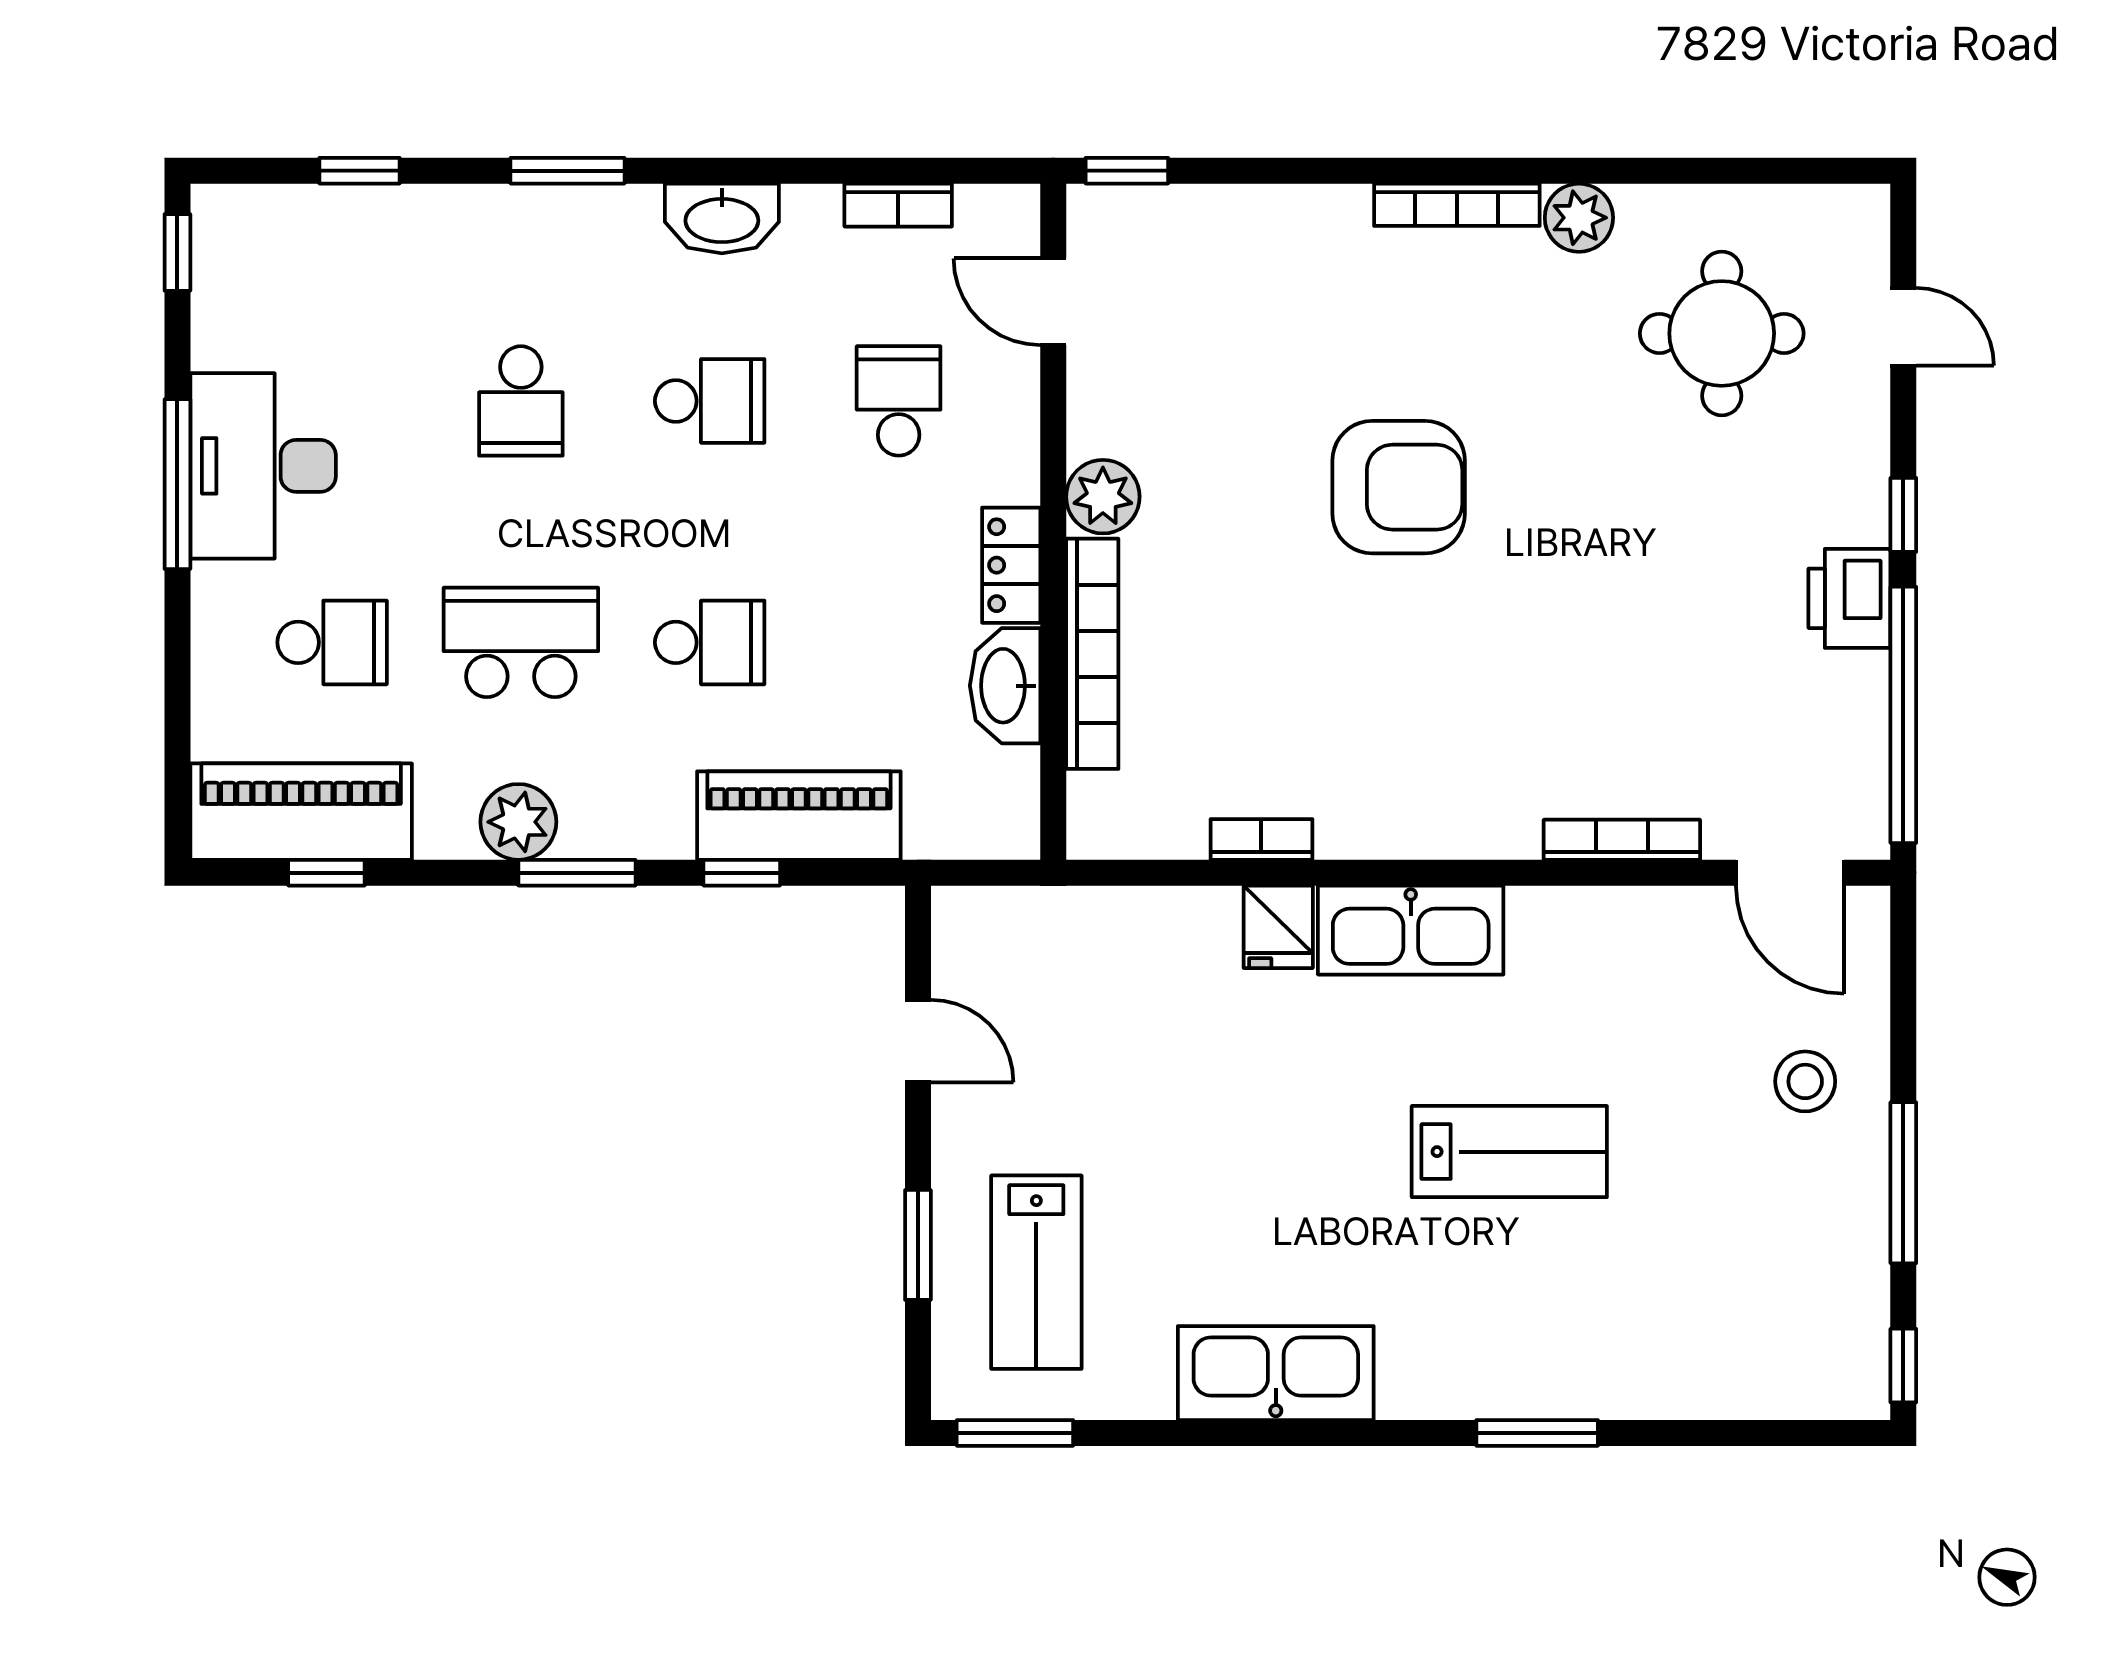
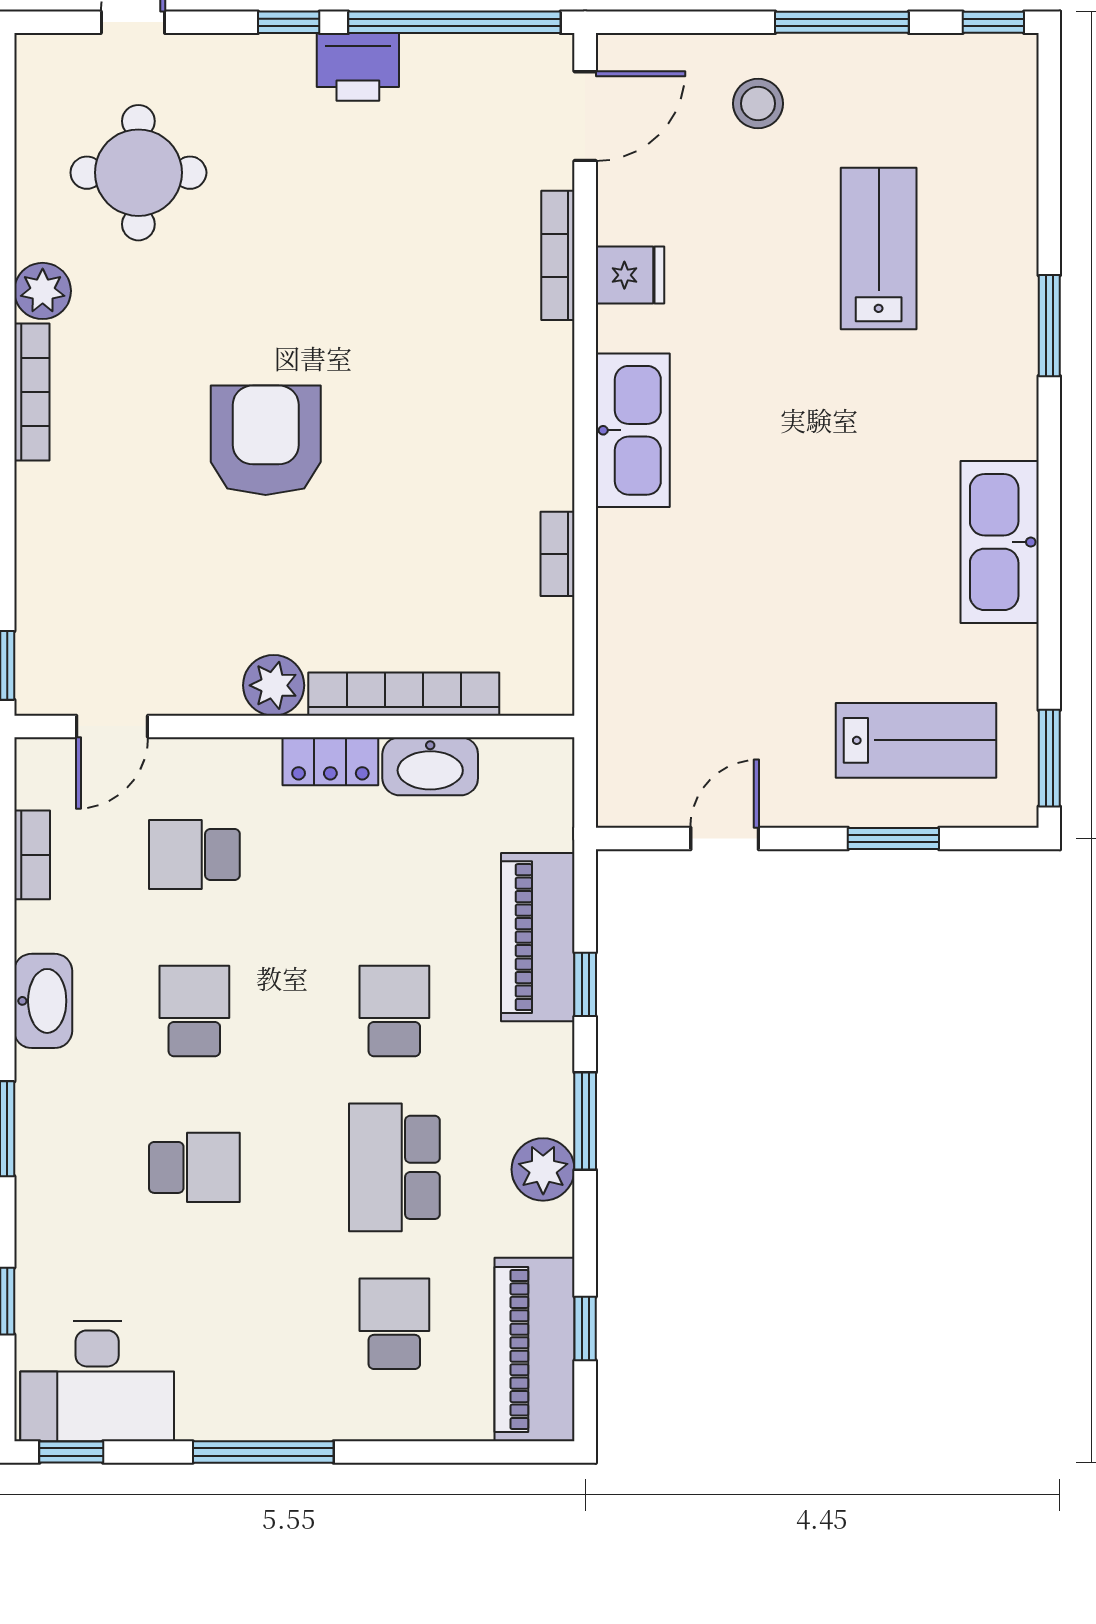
desk: (263, 466) -> (97, 1381), moved
fridge: (1278, 927) -> (630, 275), moved
lab bench: (1509, 1152) -> (879, 249), moved

